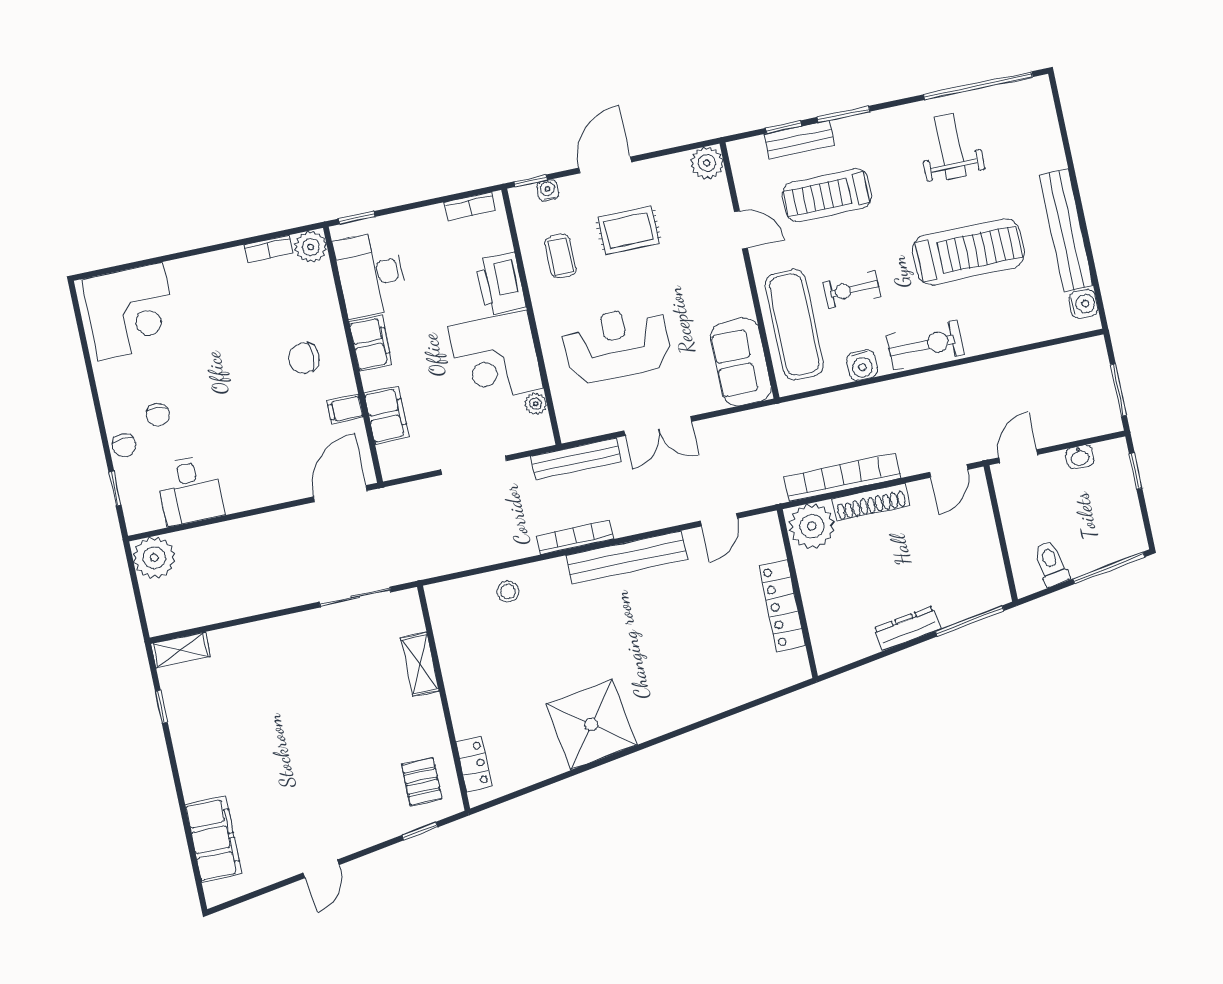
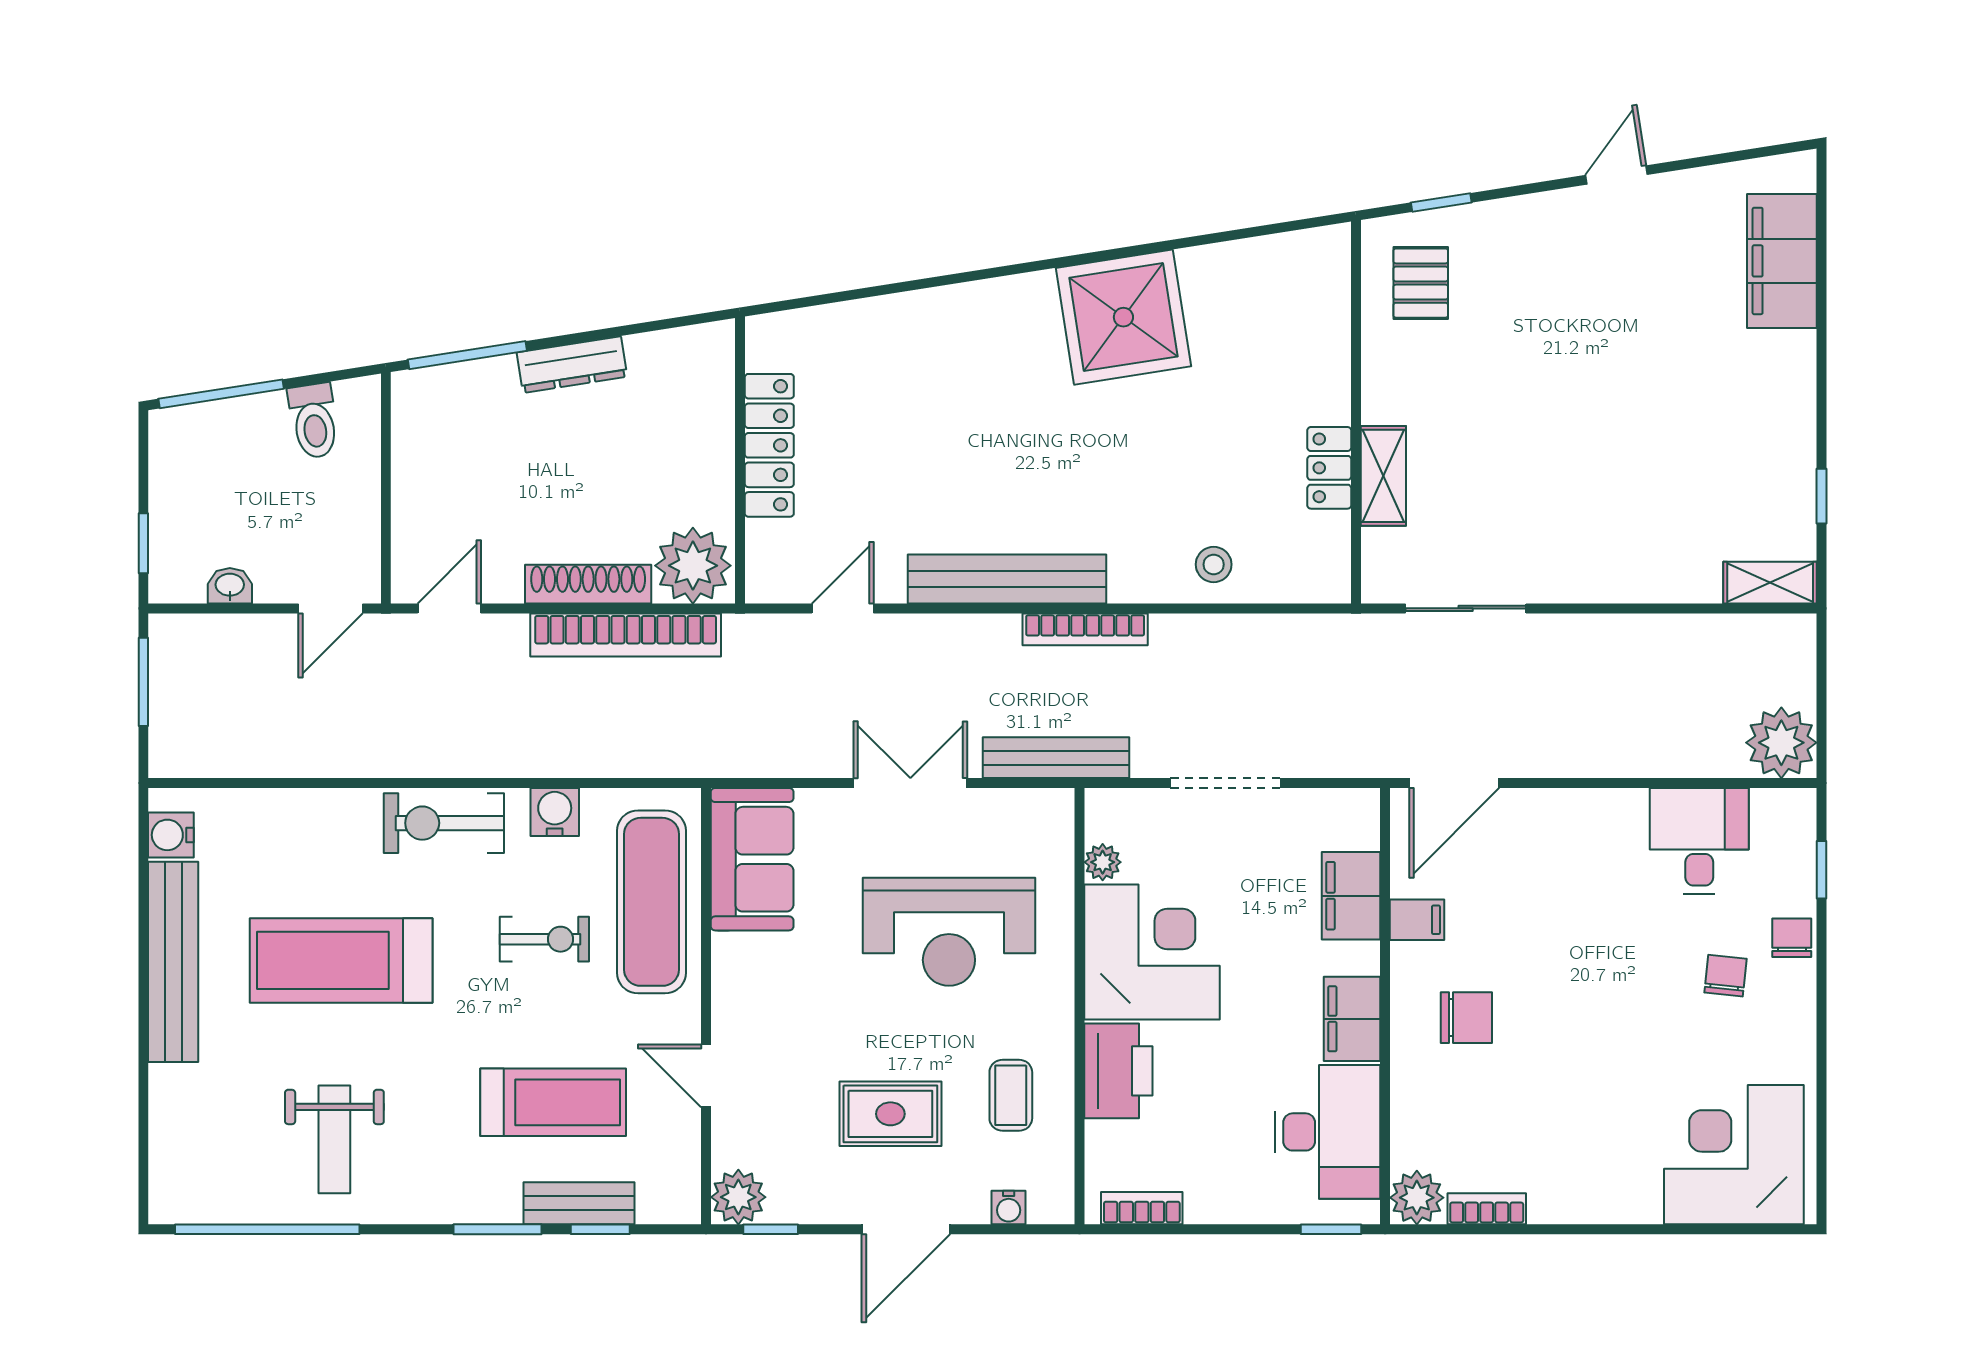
window: (531, 181) -> (771, 1229), moved
locker: (474, 764) -> (1329, 468), moved

